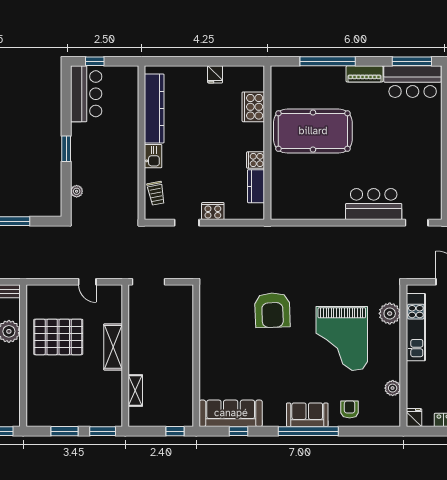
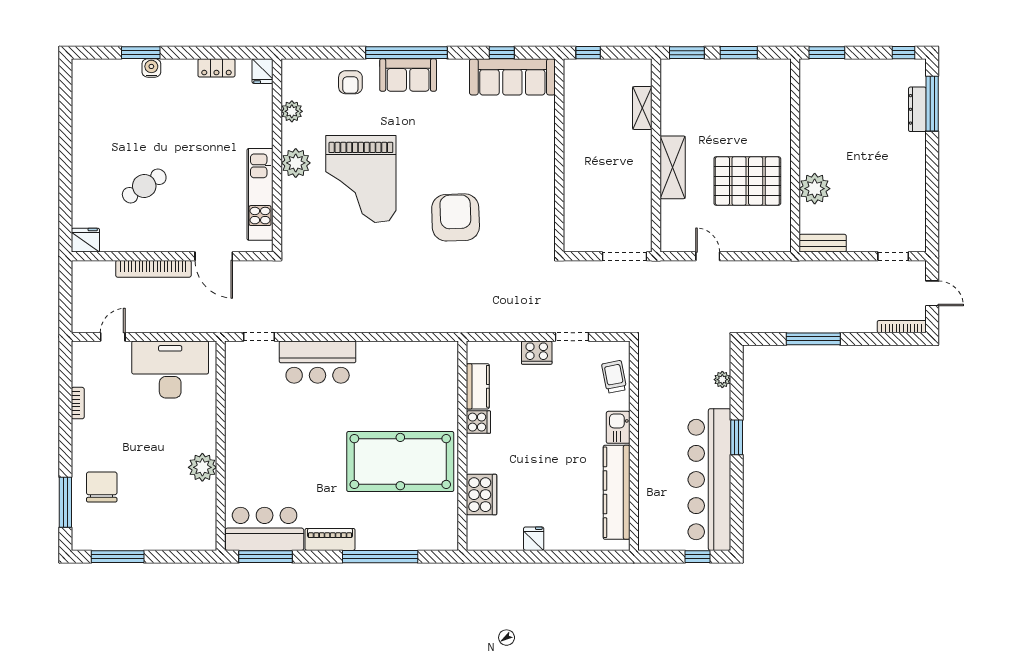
bar counter: (86, 94) -> (709, 480), width x1.86
plant: (390, 313) -> (296, 163), moved
grand piano: (342, 338) -> (361, 179), turned 180

